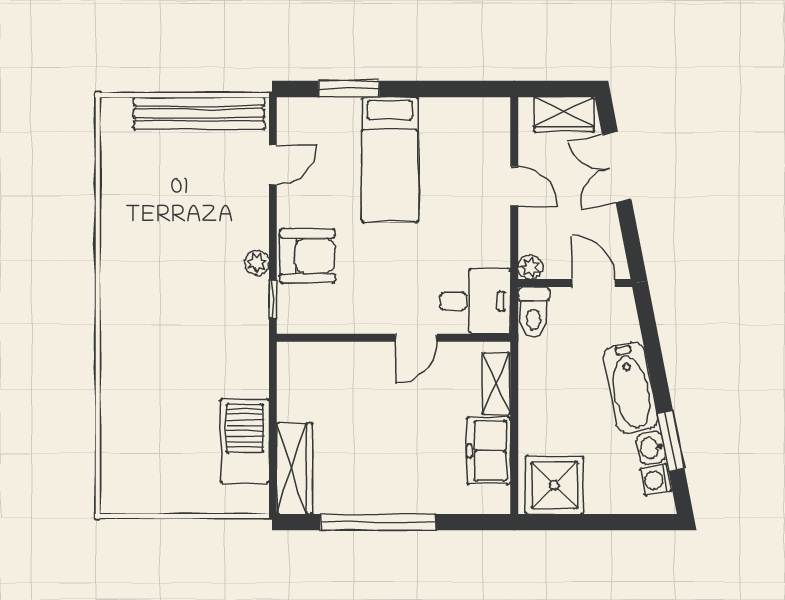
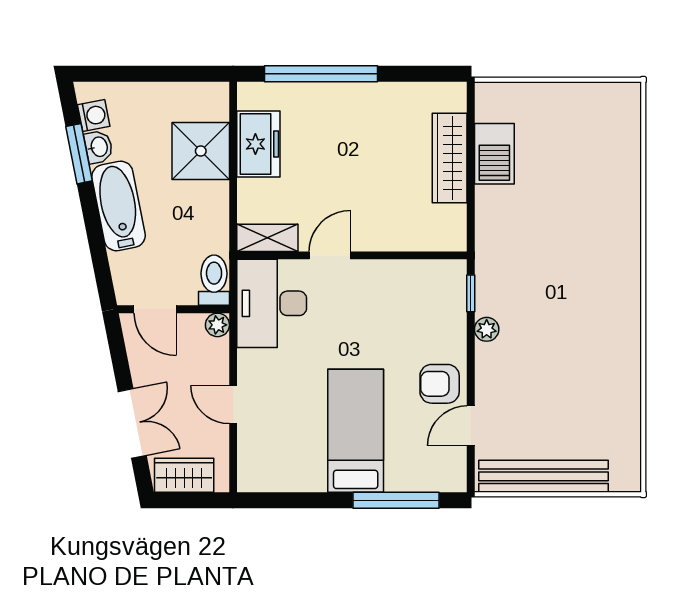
window: (349, 89) -> (396, 500), width x1.44
armchair: (307, 256) -> (440, 384), moved, width x0.72, depth x0.72
desk: (475, 301) -> (272, 303), width x1.37
shelving: (496, 384) -> (267, 238), moved, turned 90
barbecue: (245, 441) -> (494, 154), width x0.73, depth x0.83
wardrobe: (294, 469) -> (450, 158), moved
shower: (554, 485) -> (201, 151), moved
window: (378, 522) -> (321, 74), moved

